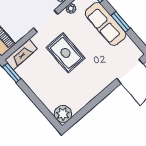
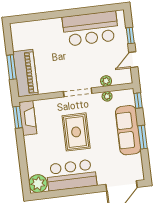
fireplace: (21, 54) -> (28, 118), moved, turned -90
bar counter: (85, 89) -> (71, 175), added

